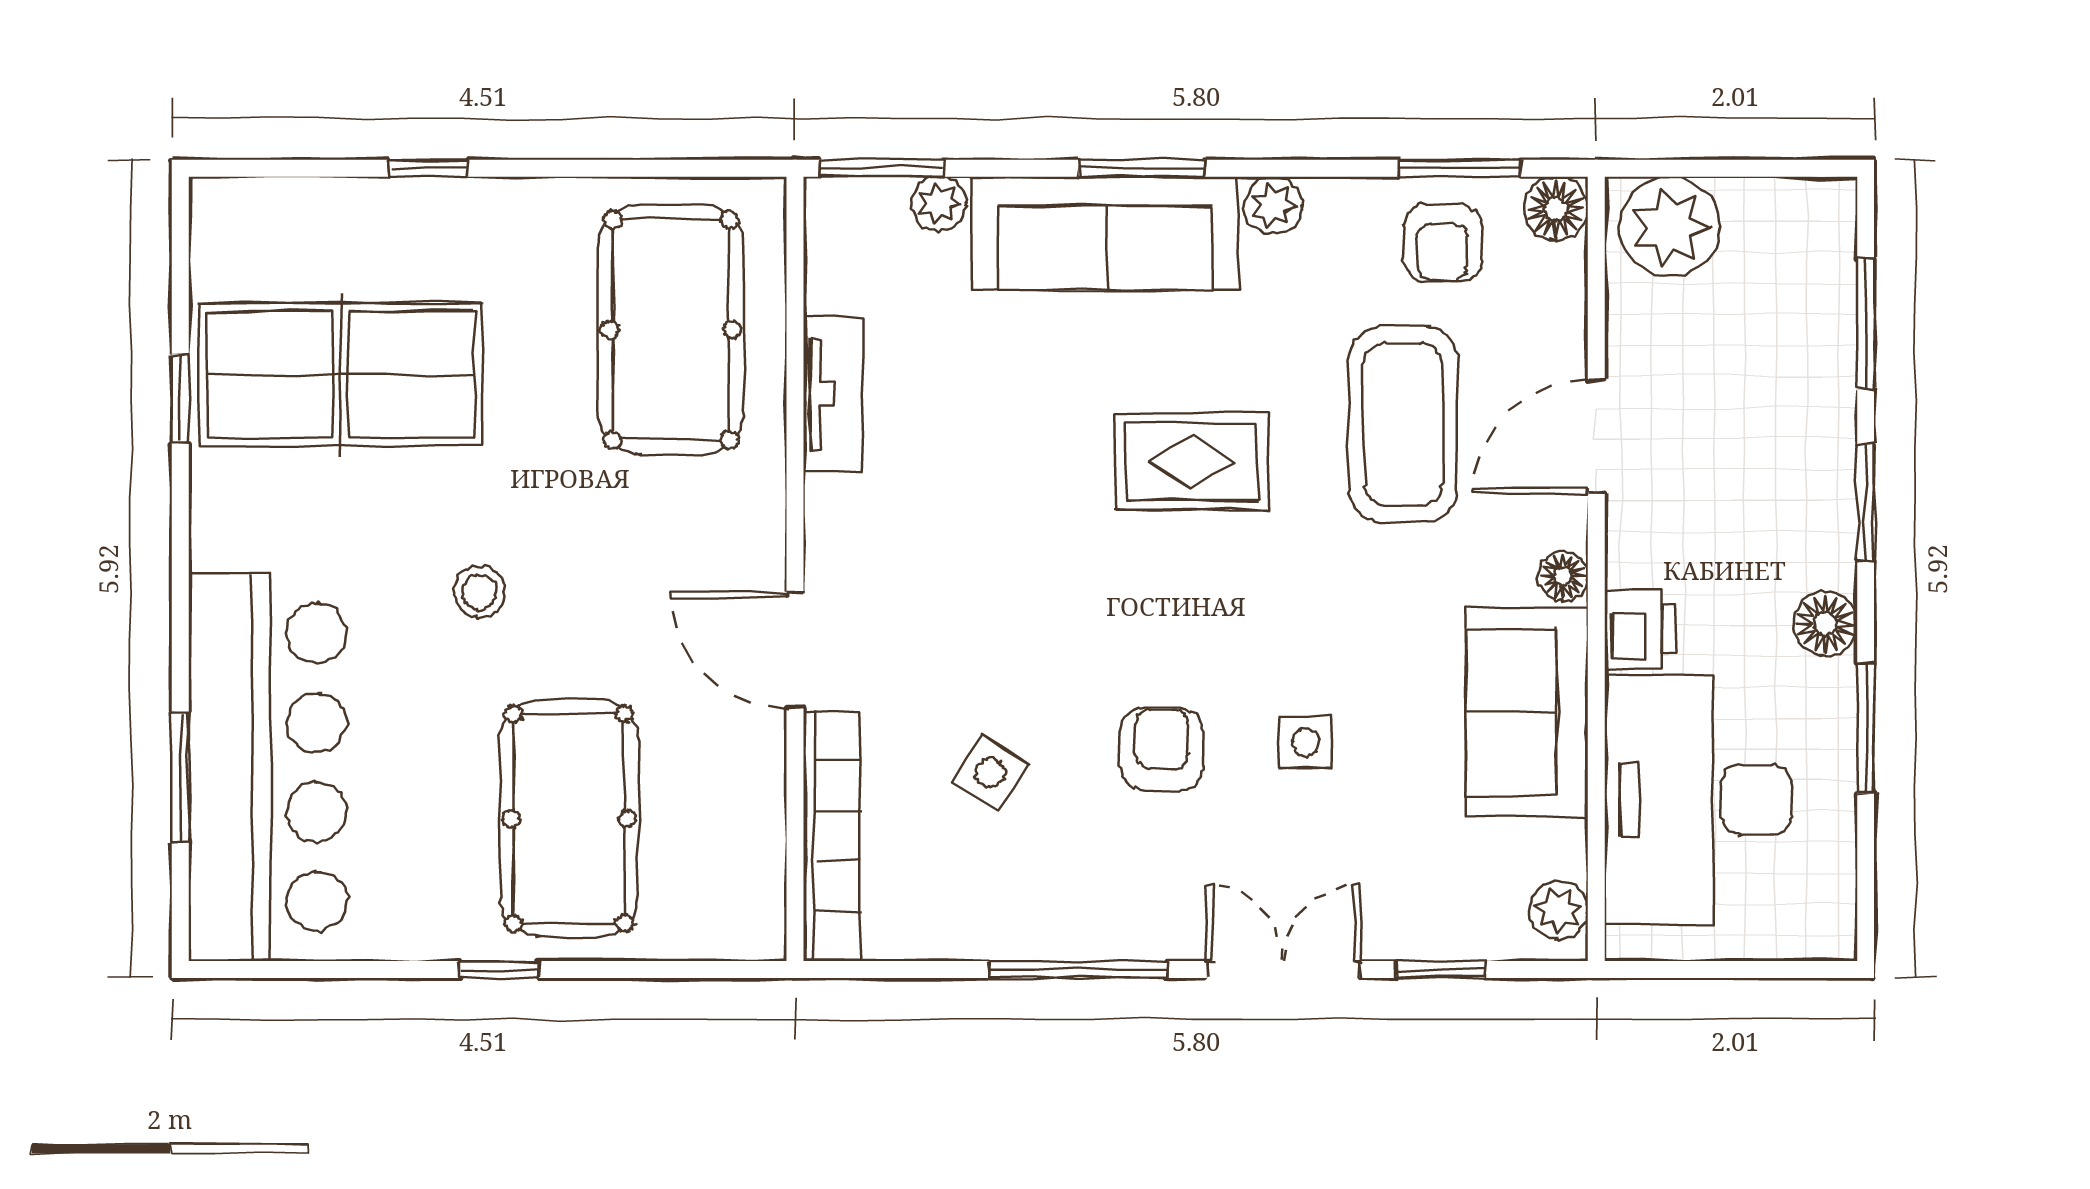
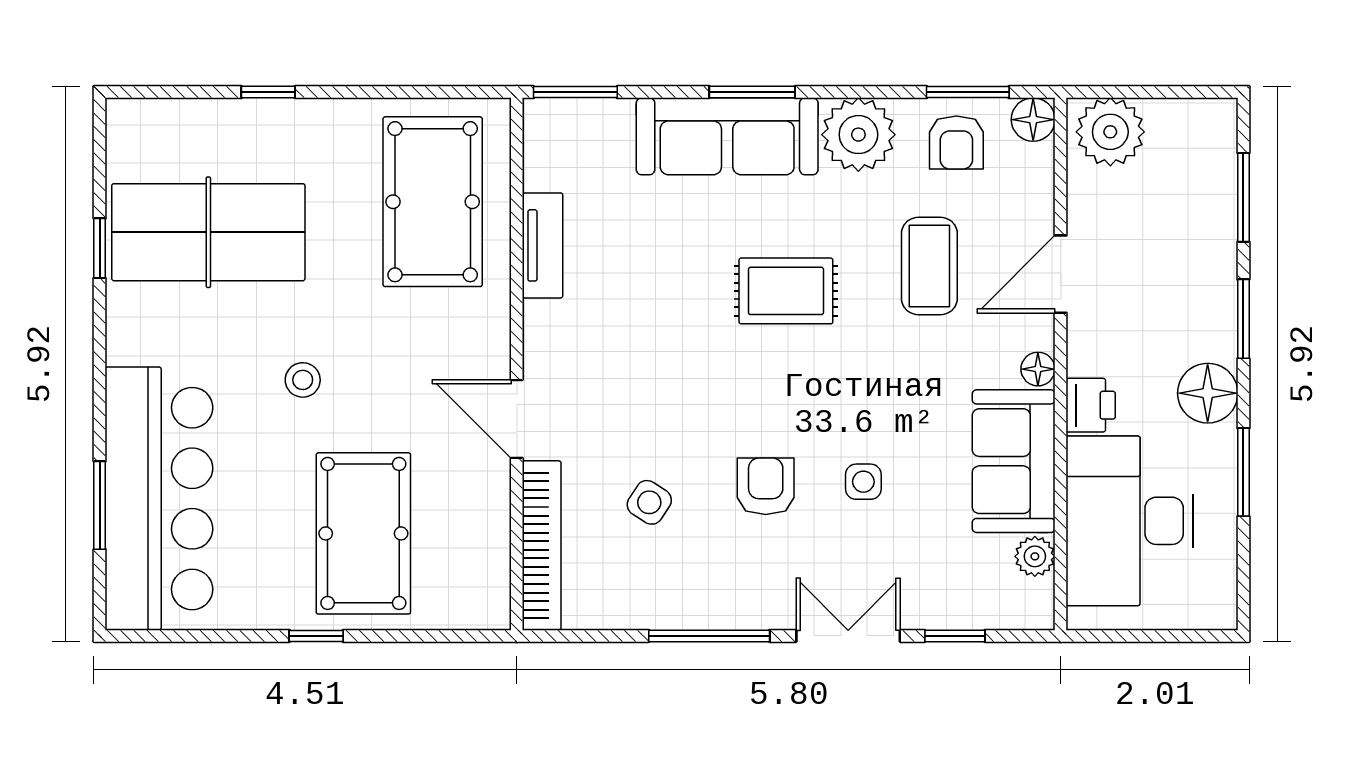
plant: (939, 204) -> (614, 116), removed
plant: (1273, 205) -> (858, 135), width x1.87, depth x1.87
coffee table: (1403, 424) -> (929, 266), width x0.73, depth x0.76
floor lamp: (1825, 624) -> (1208, 393), width x1.38, depth x1.38
plant: (1558, 910) -> (1035, 556), moved

